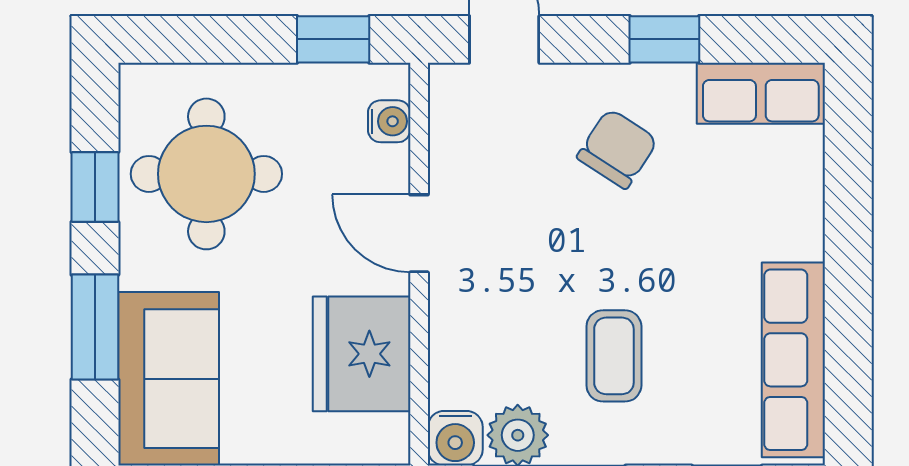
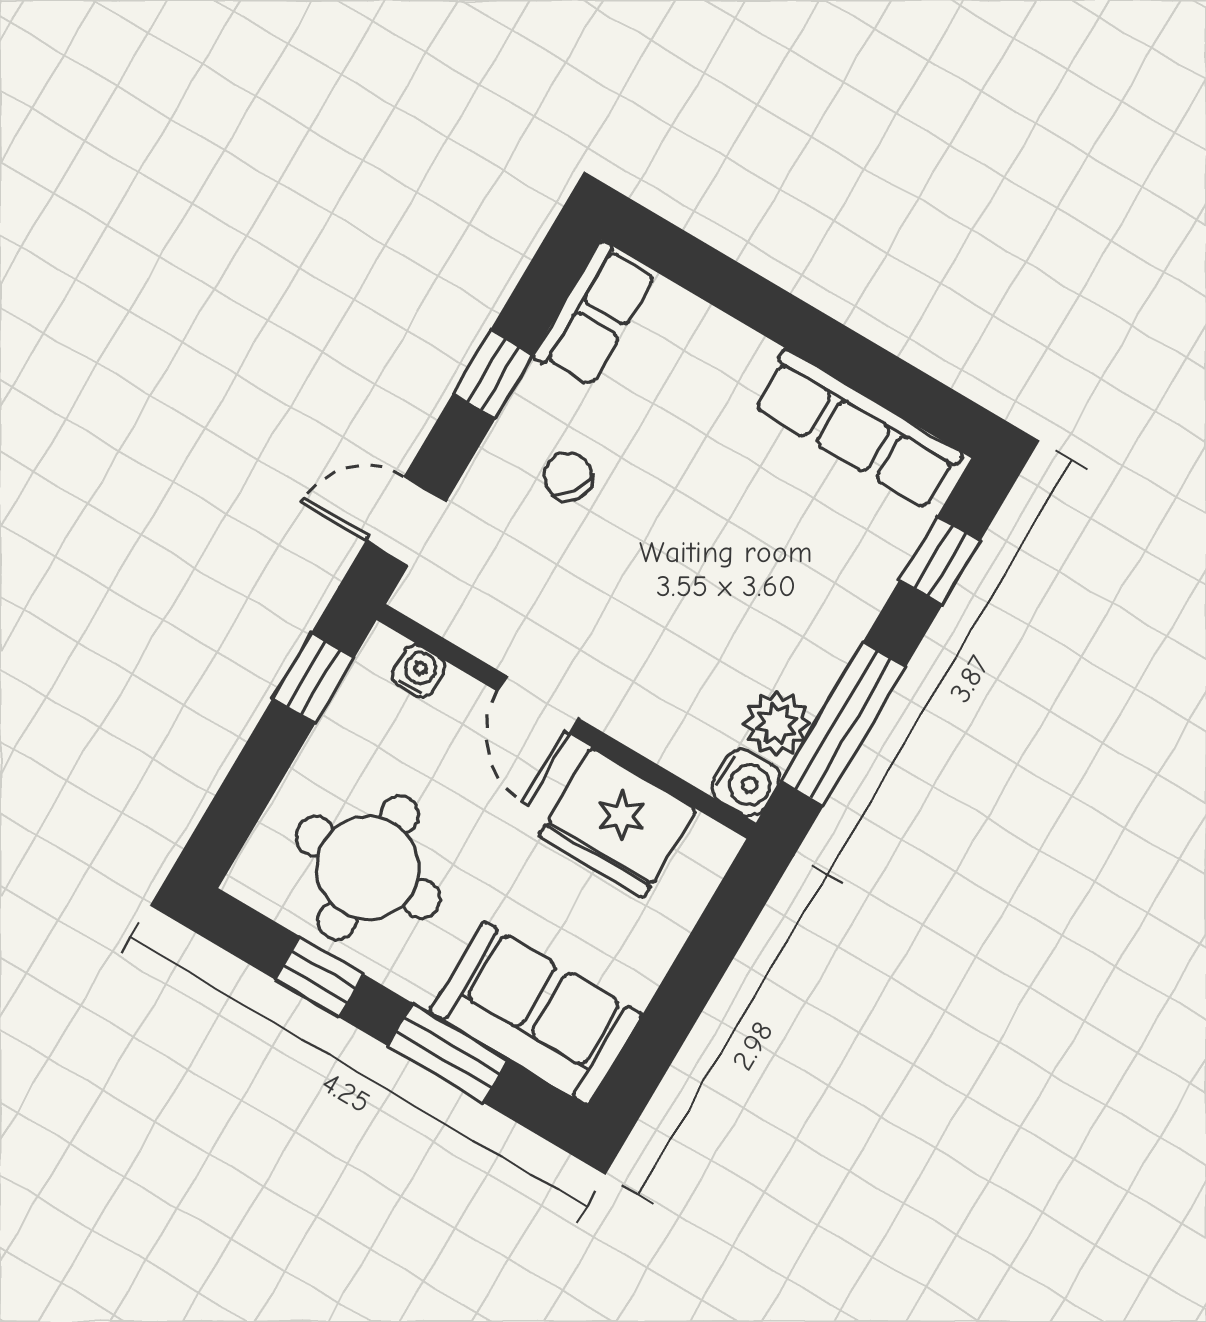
chair: (617, 149) -> (568, 477), width x0.73, depth x0.73
door: (419, 233) -> (538, 705), hinge flipped
coffee table: (614, 356) -> (756, 592), removed

